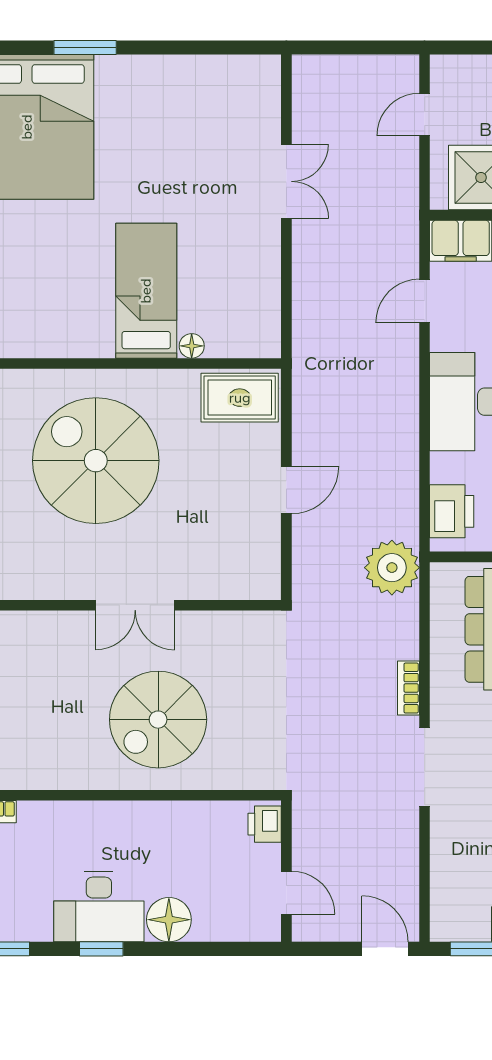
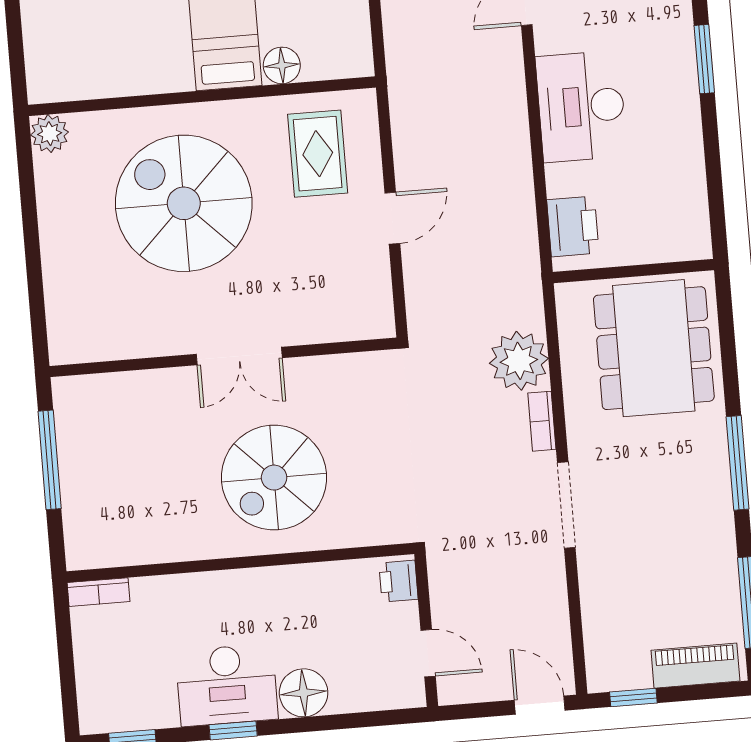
floor lamp: (192, 346) -> (282, 65), width x1.37, depth x1.37
rug: (240, 398) -> (318, 154), moved, turned 90
plant: (392, 568) -> (519, 361), moved

